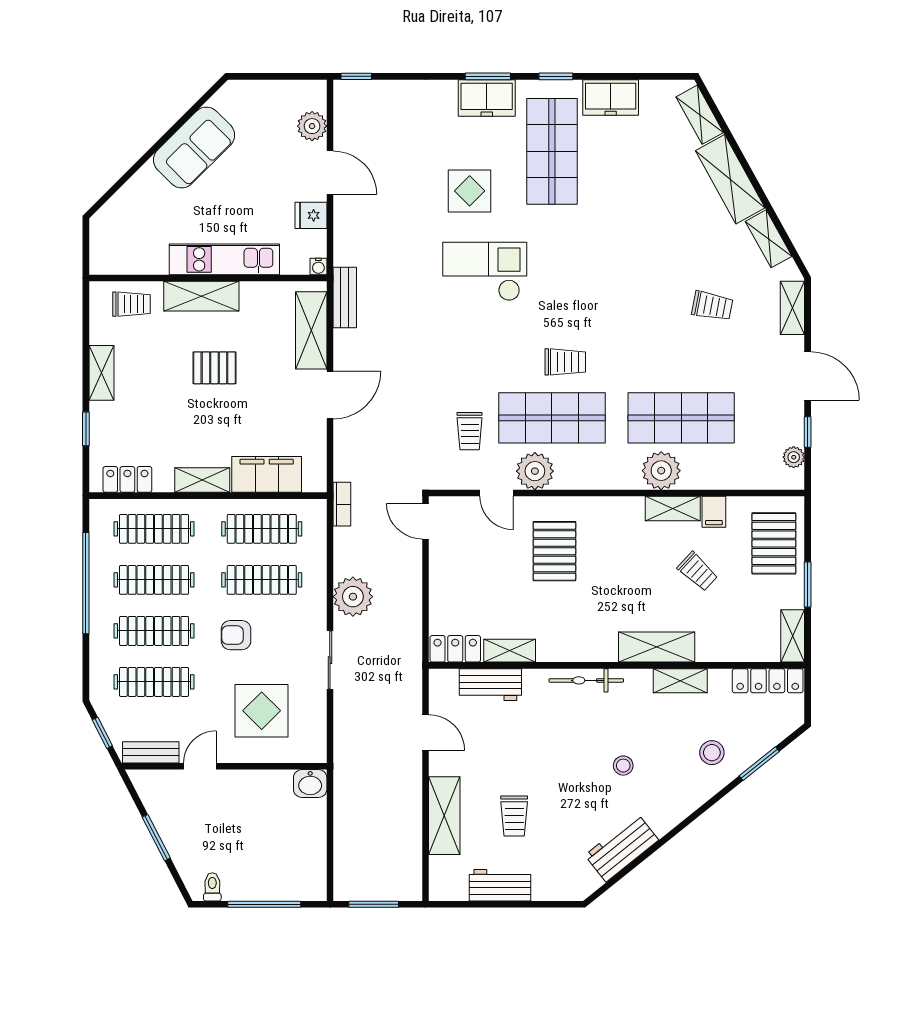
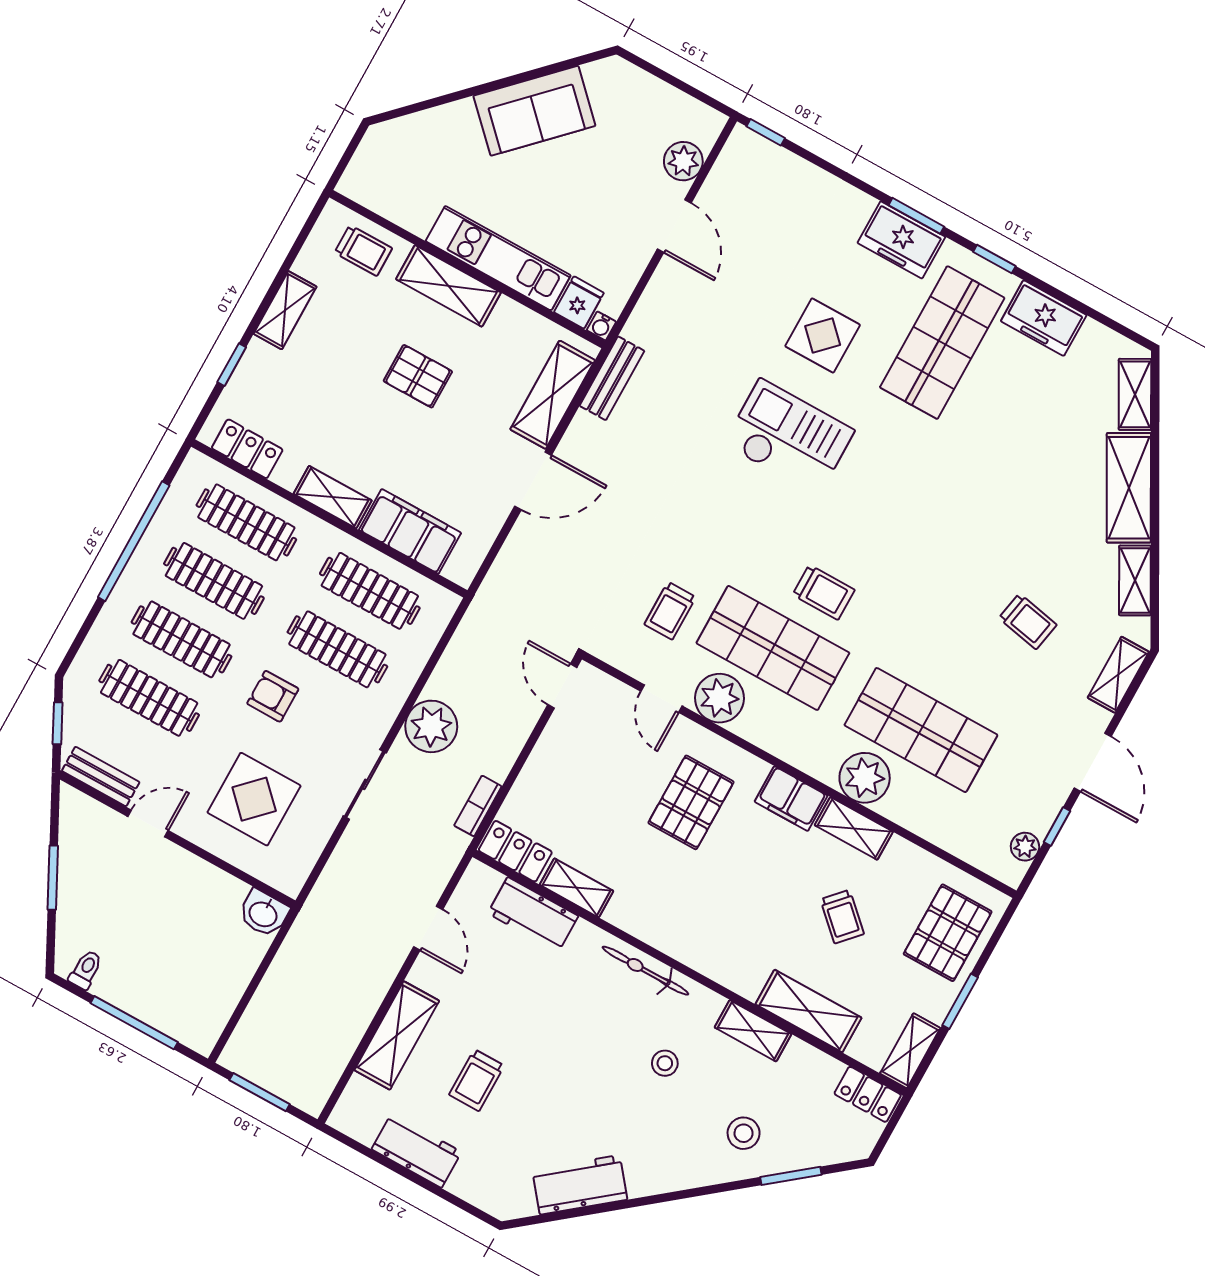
fridge: (311, 215) -> (579, 302), moved, turned 90
bookcase: (342, 504) -> (478, 806), moved, turned 180
filing cabinet: (714, 512) -> (791, 799), moved, width x2.00
shelving: (657, 647) -> (808, 1011), moved
locker: (768, 681) -> (868, 1094), width x0.66
stool: (623, 766) -> (665, 1063), moved

